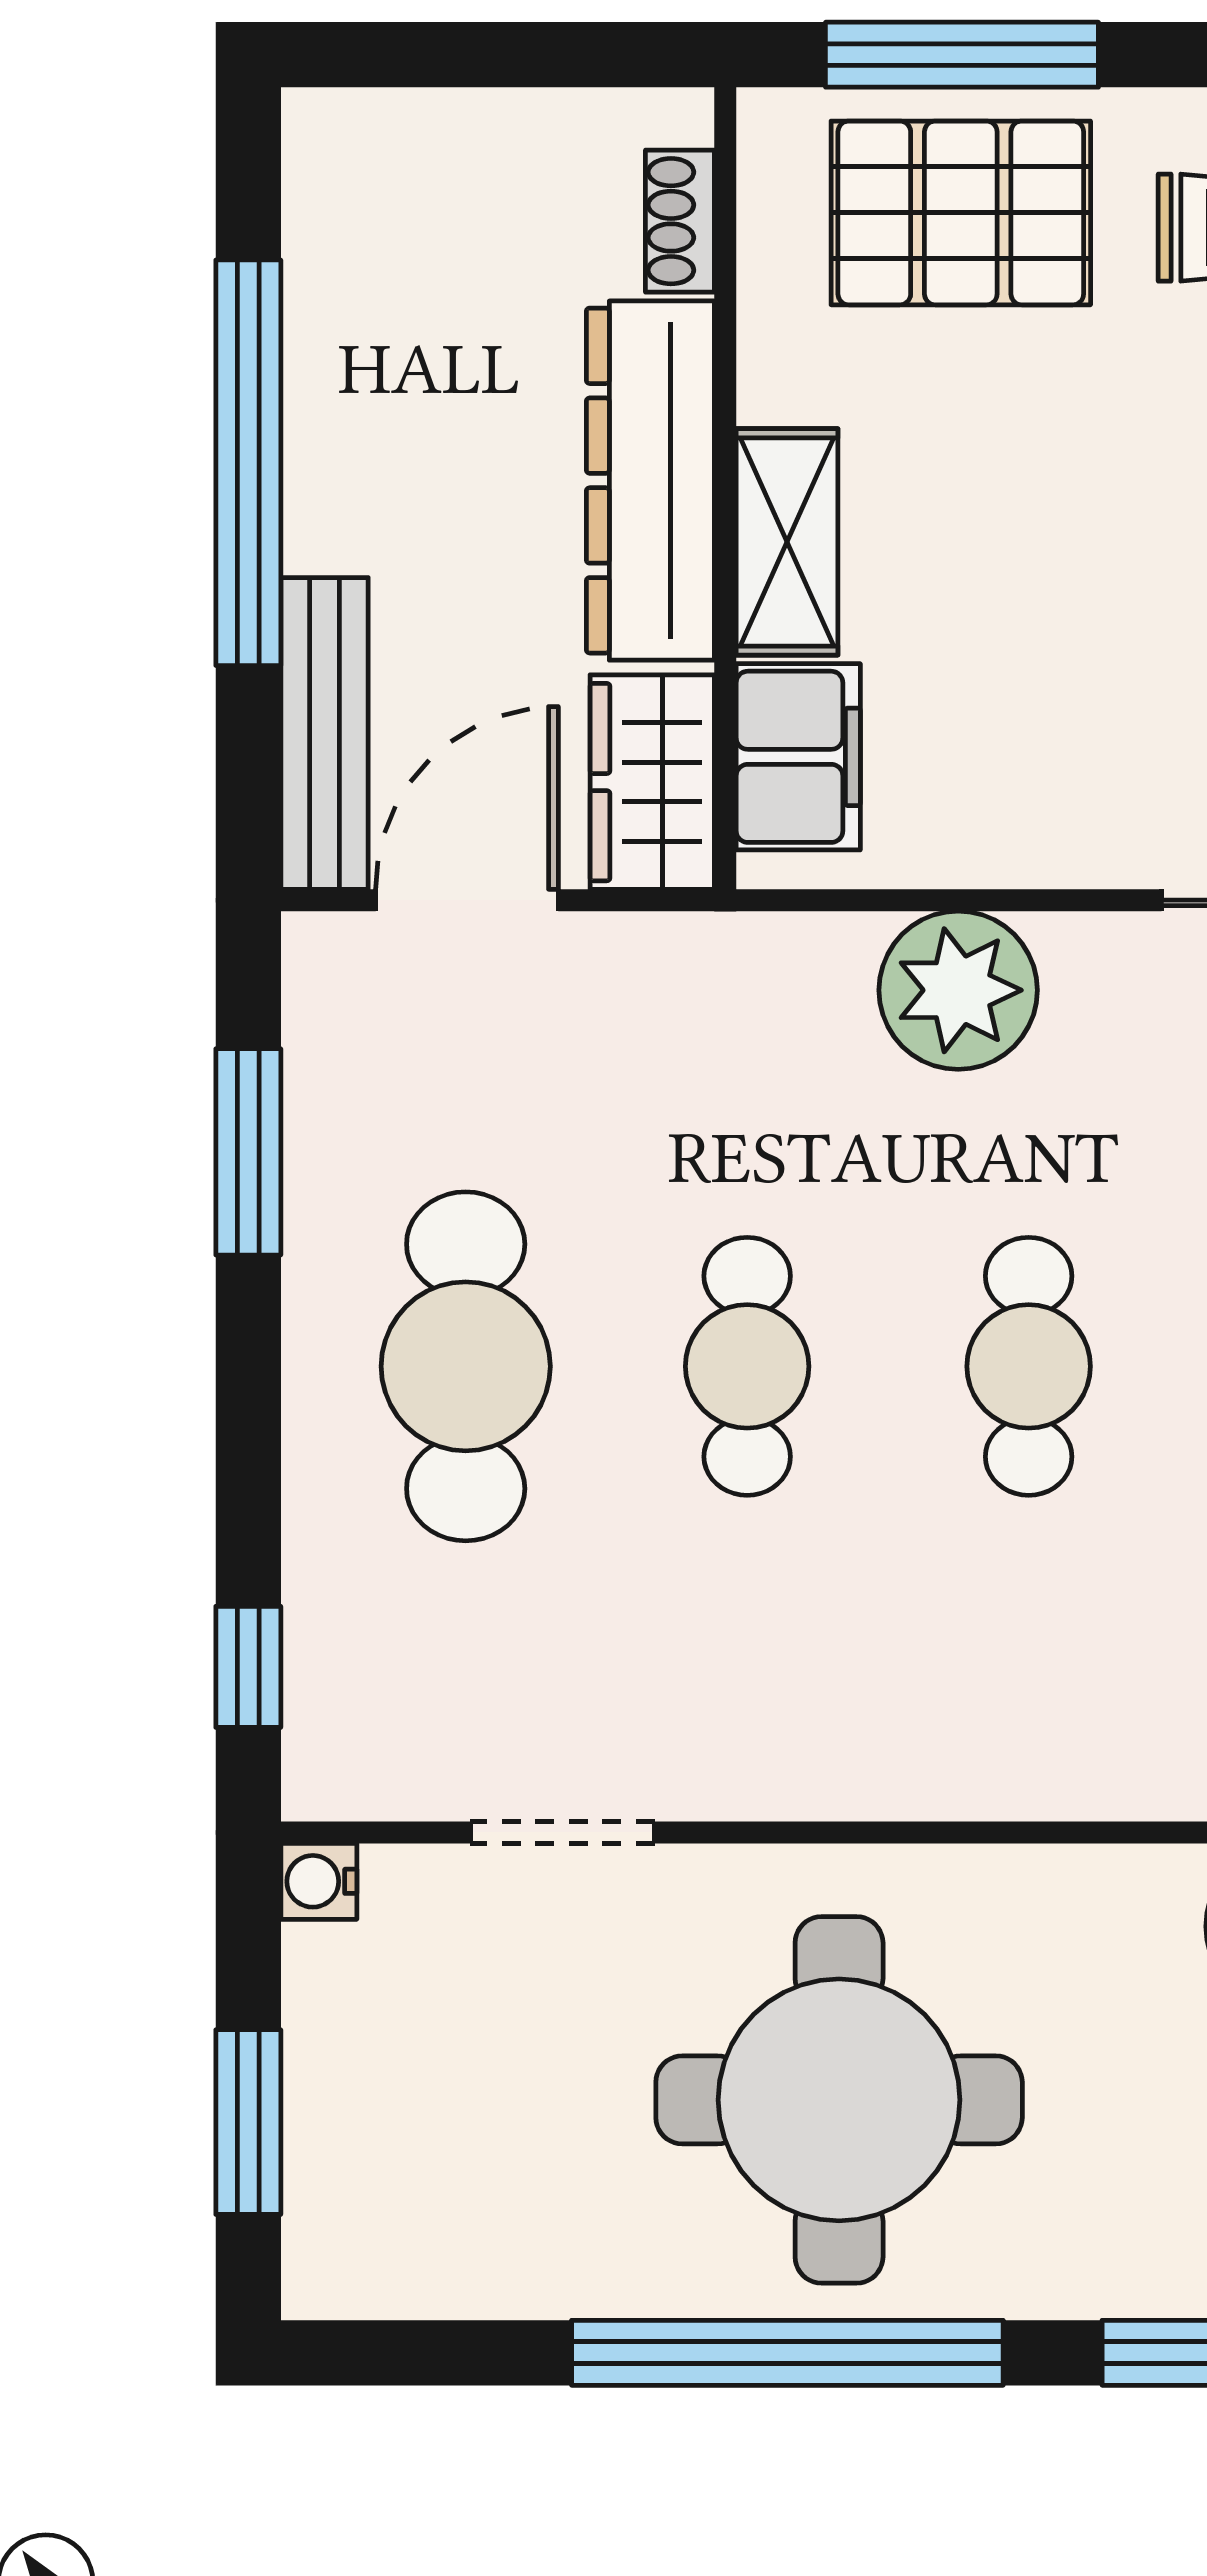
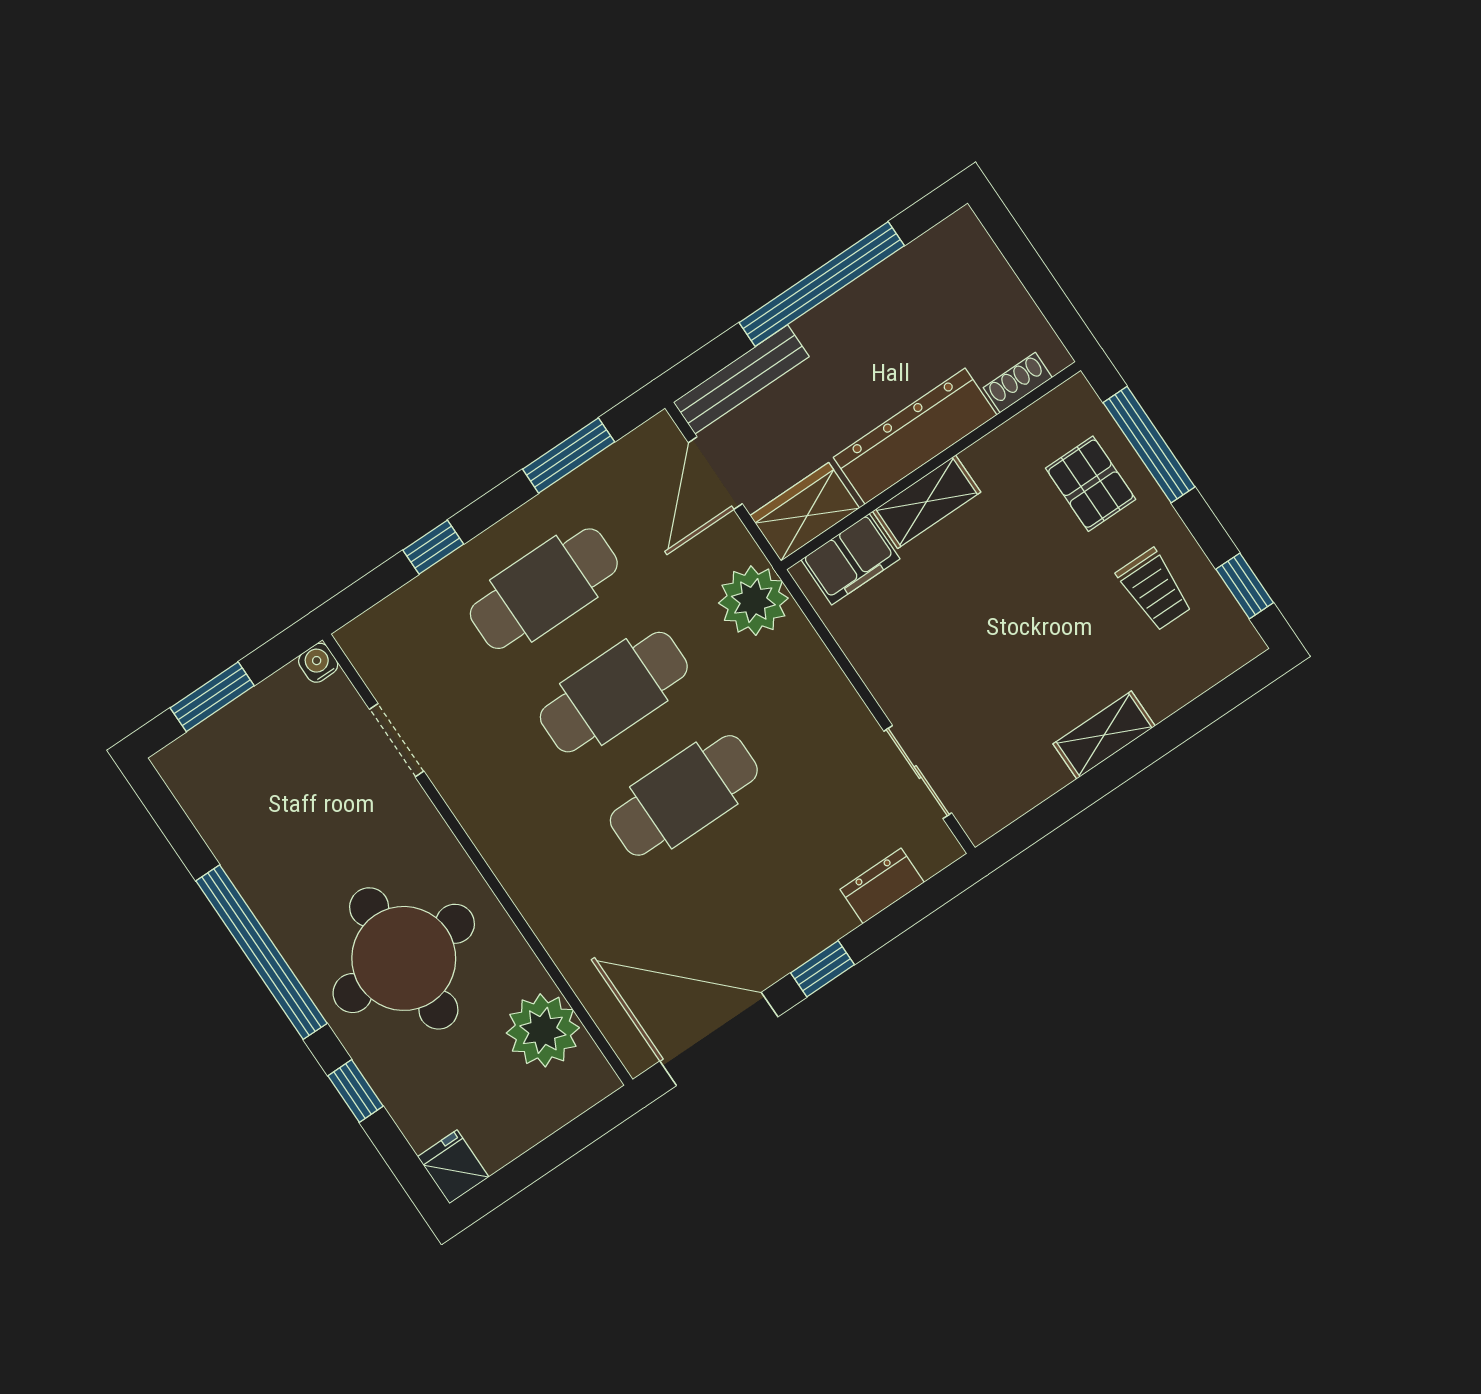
pallet: (961, 213) -> (1091, 484), width x0.67, depth x0.71
door: (467, 900) -> (715, 473), swing flipped
plant: (958, 990) -> (753, 601), moved
cafe table: (747, 1366) -> (614, 692), width x1.37, depth x1.35
cafe table: (1029, 1366) -> (684, 795), width x1.37, depth x1.35
window: (248, 1667) -> (433, 547), moved
round table: (839, 2100) -> (404, 958), moved

